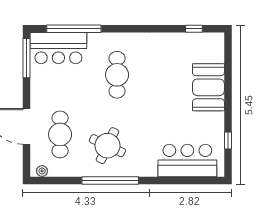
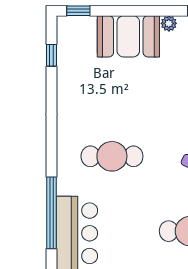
window: (228, 49) -> (78, 11), added
plant: (218, 118) -> (169, 23), added

